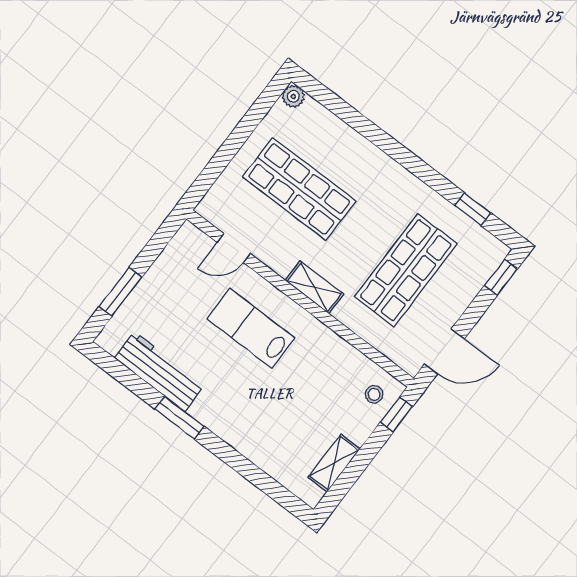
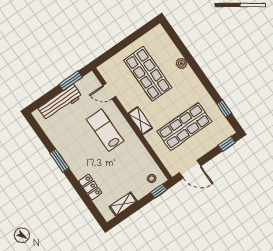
plant: (293, 96) -> (181, 63), moved
window: (120, 292) -> (71, 81), moved
workbench: (159, 372) -> (60, 102), moved, turned 90
locker: (258, 451) -> (90, 187), added

